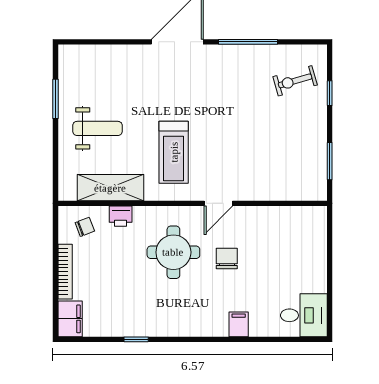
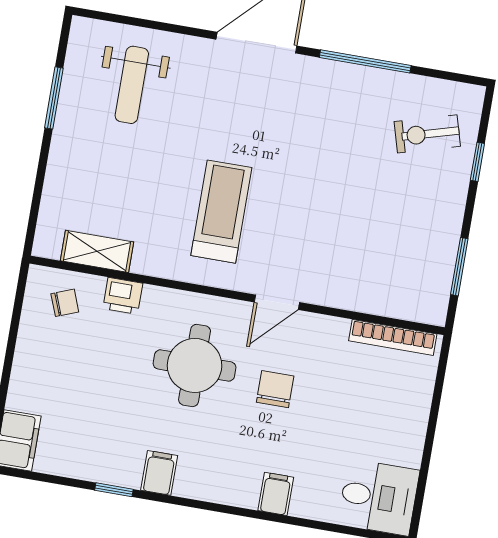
weight bench: (97, 128) -> (132, 85), moved, turned 90
treadmill: (174, 152) -> (221, 212), turned 180
shelving: (110, 188) -> (97, 251), width x0.67, depth x0.75
bookcase: (65, 272) -> (393, 337), moved, turned 90
filing cabinet: (163, 324) -> (159, 473), added

